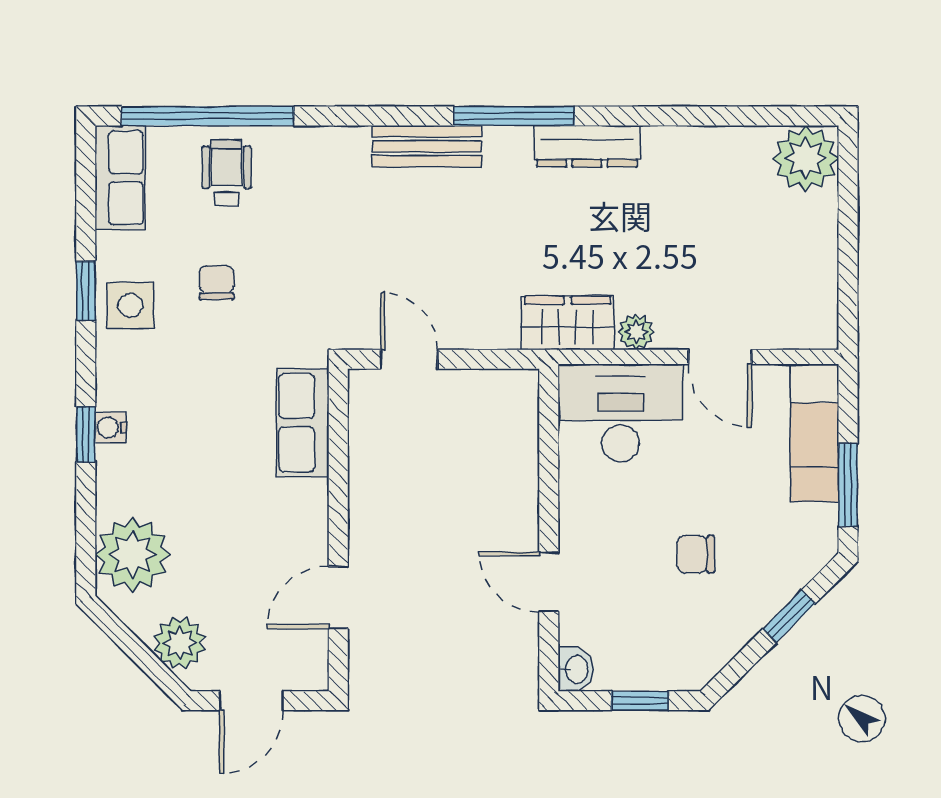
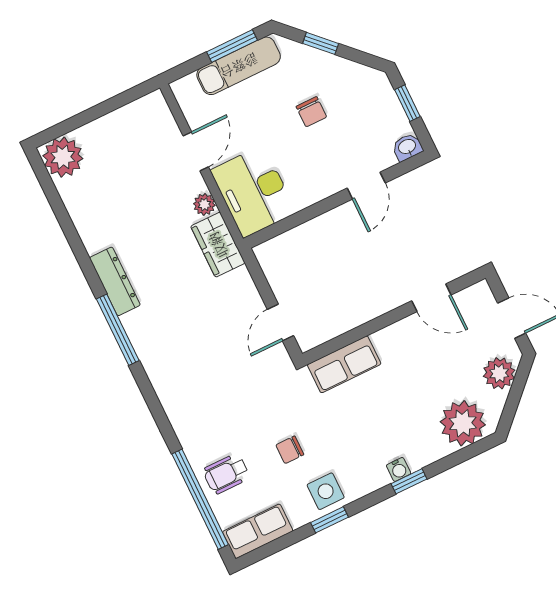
bench: (427, 146) -> (158, 370), removed
exam couch: (815, 433) -> (239, 66), moved

